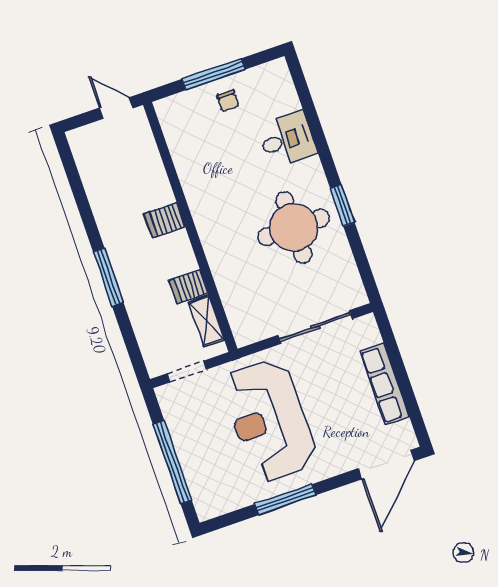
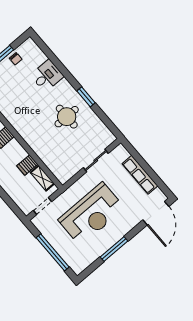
chair: (228, 101) -> (16, 59), moved
round table: (294, 227) -> (67, 117), width x0.73, depth x0.73
sliding door: (315, 327) -> (96, 160), width x0.73
reception desk: (269, 420) -> (91, 214), turned -90

